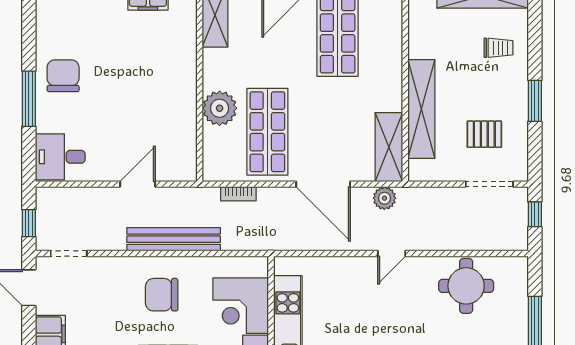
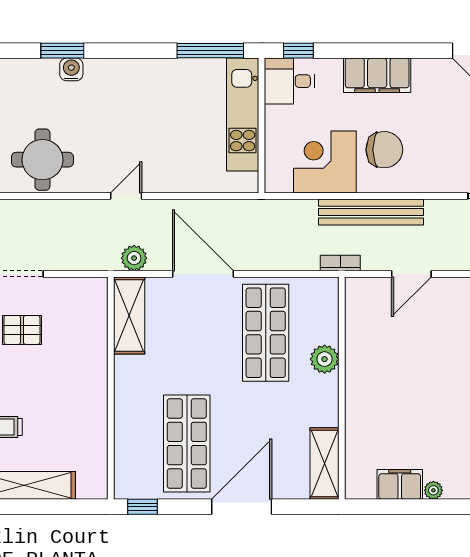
plant: (220, 108) -> (325, 359), width x0.73, depth x0.73
shelving: (421, 109) -> (93, 358), removed
bookcase: (238, 194) -> (340, 263), moved
corner desk: (241, 306) -> (325, 162), moved, turned -90

